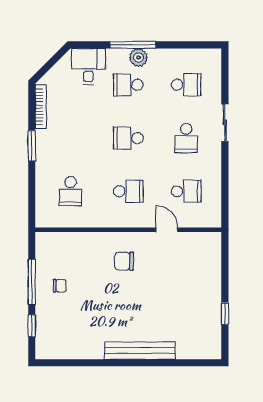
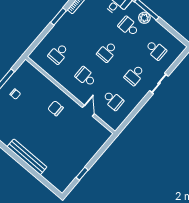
school desk: (128, 138) -> (107, 52), turned -90
school desk: (128, 191) -> (86, 77), turned 180

